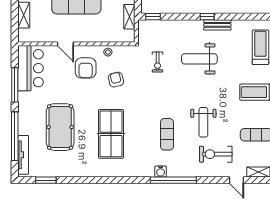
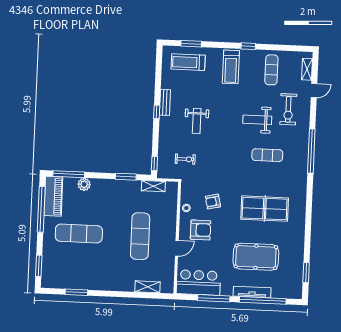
weight bench: (199, 59) -> (197, 121), width x0.73, depth x0.75
exercise bike: (158, 62) -> (185, 159), moved
weight bench: (203, 122) -> (257, 120), turned 180
tv unit: (23, 155) -> (252, 292), moved
water cooler: (161, 172) -> (303, 163), removed

